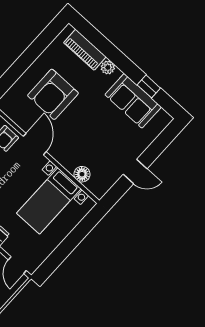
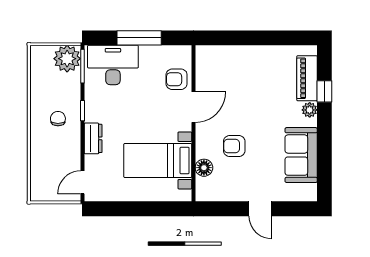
window: (149, 86) -> (324, 91), moved
armchair: (53, 94) -> (234, 146), moved, width x0.53, depth x0.53
door: (135, 171) -> (260, 209), moved

